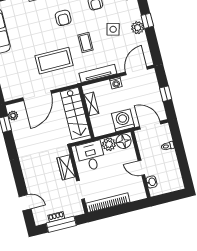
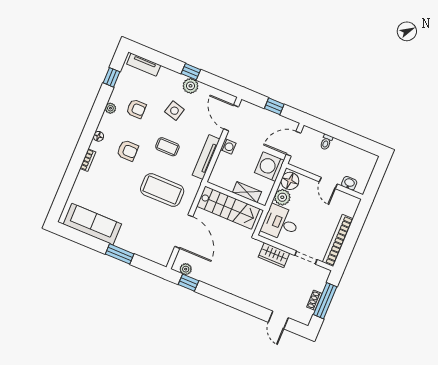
coffee table: (54, 61) -> (162, 190), turned 90
shelving: (91, 104) -> (247, 192), moved
door: (141, 168) -> (328, 183), hinge flipped
door: (25, 203) -> (278, 320), swing flipped

